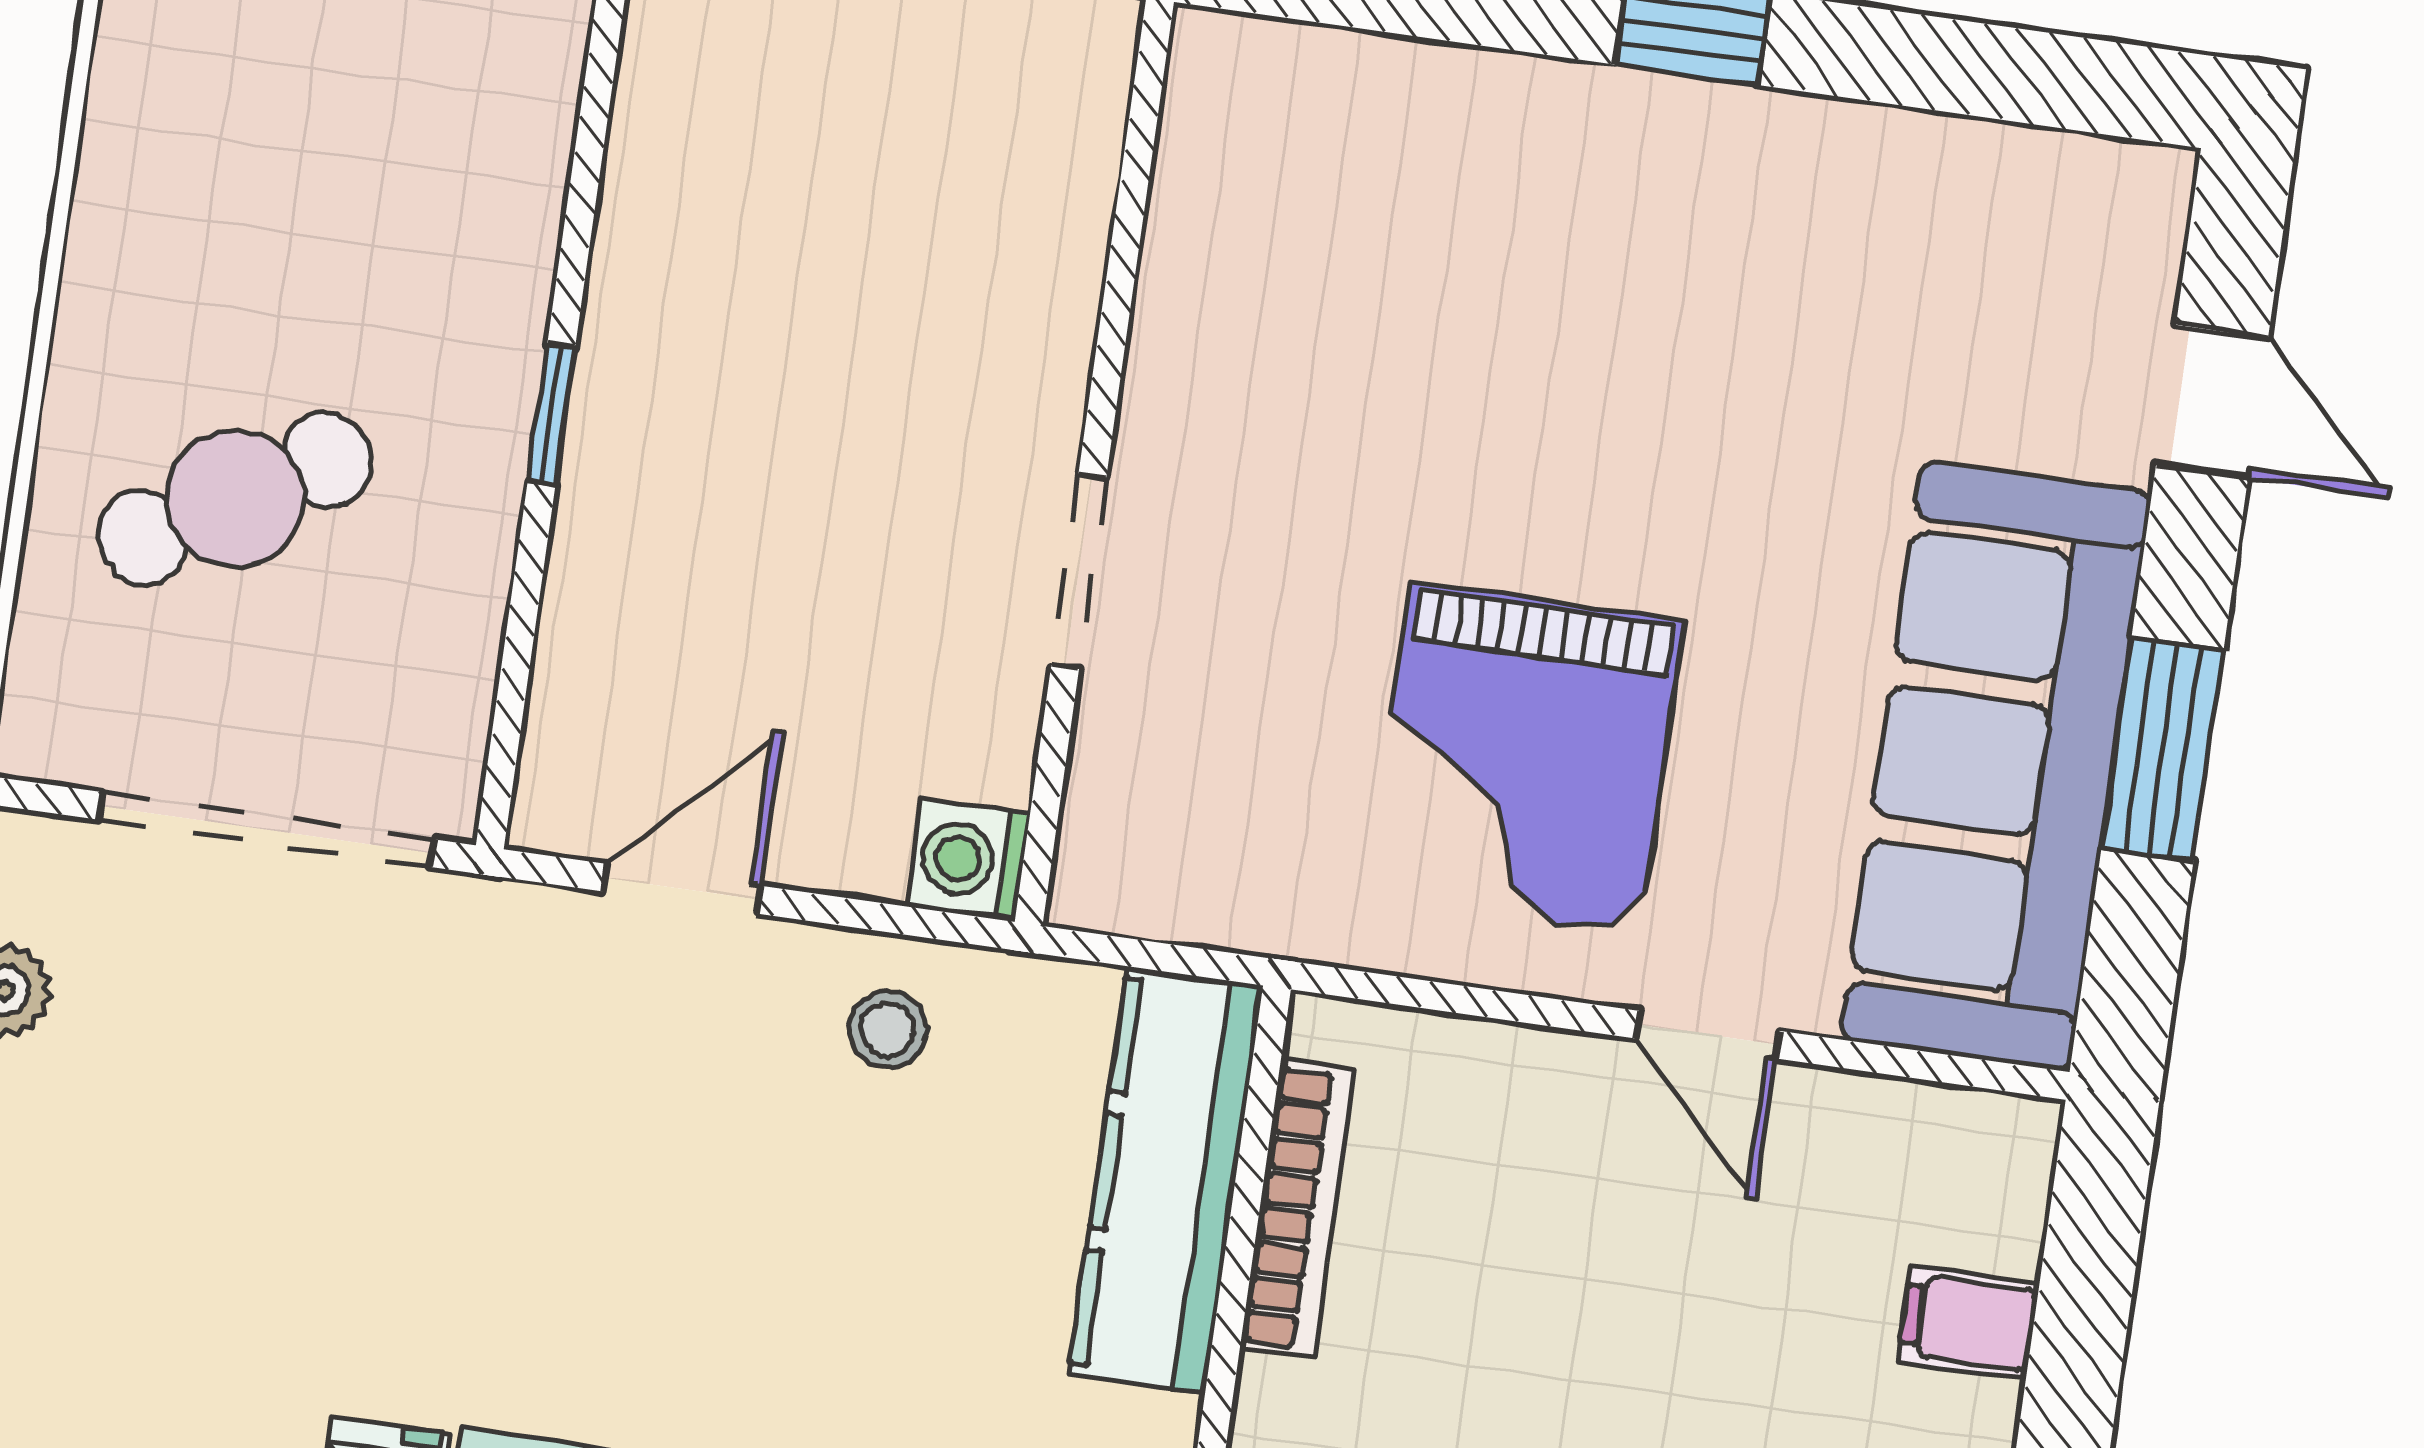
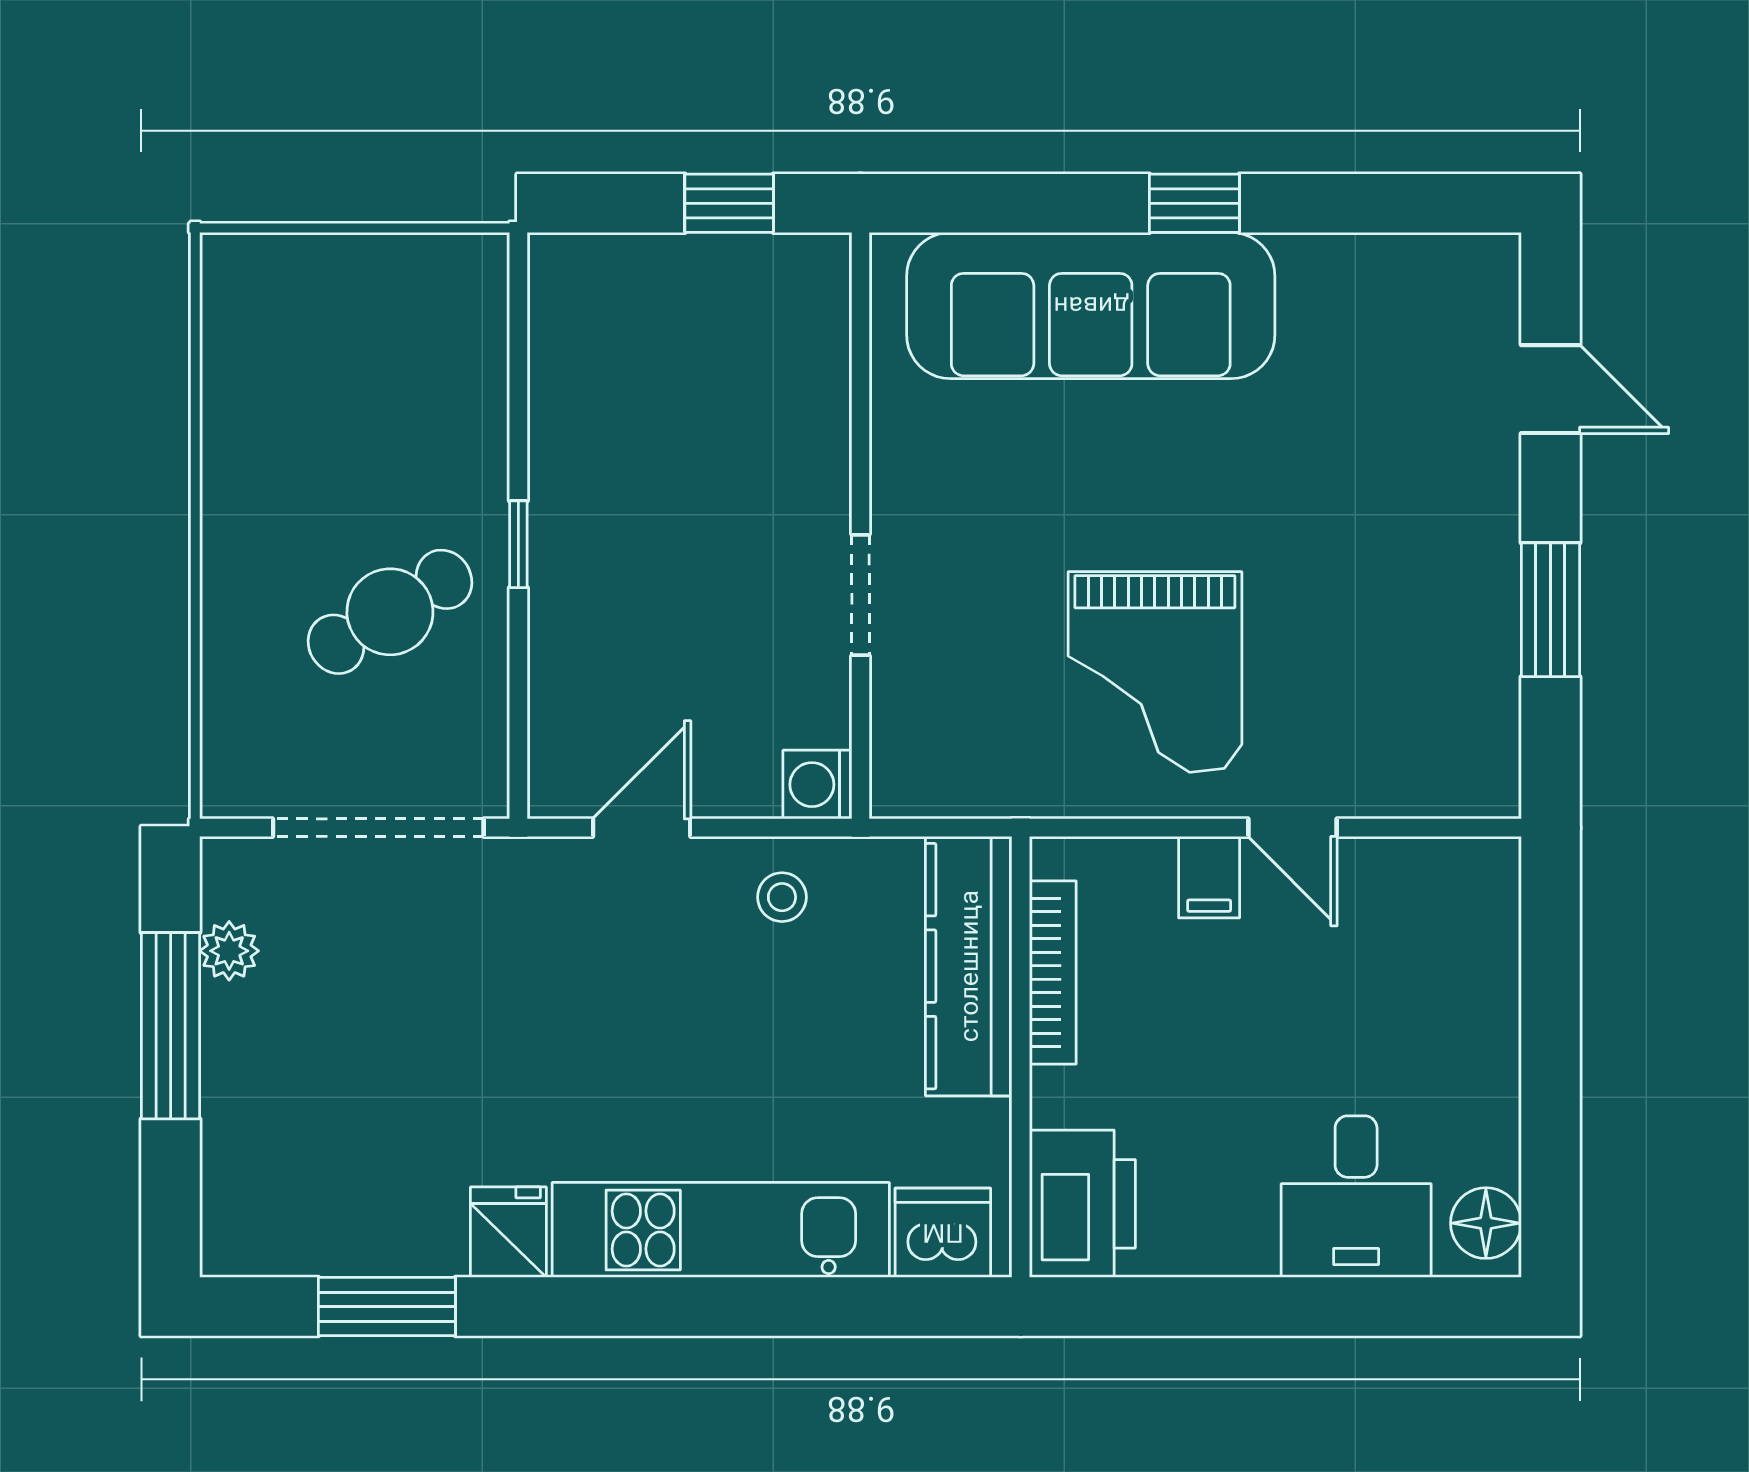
cafe table: (235, 498) -> (390, 612), moved
sofa: (1996, 766) -> (1091, 306), moved, turned -90
filing cabinet: (1969, 1322) -> (1209, 877), moved, turned -90

